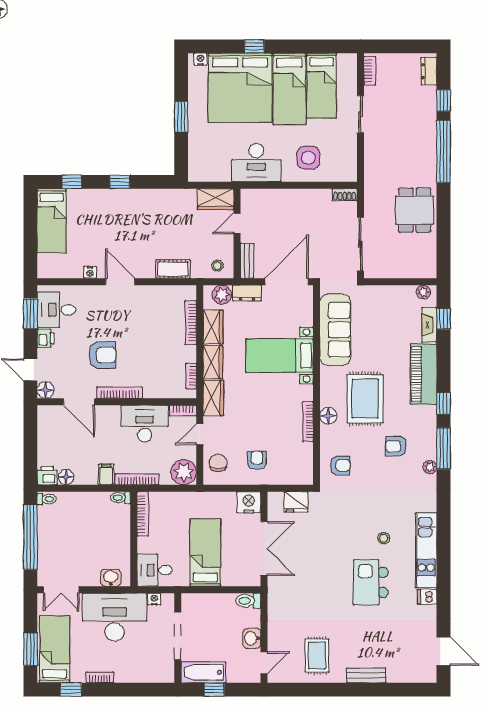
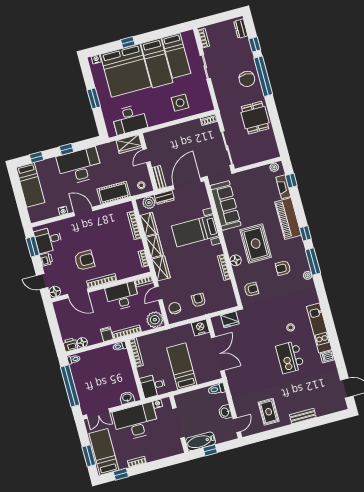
chair: (418, 149) -> (247, 79), added
desk: (256, 163) -> (129, 119), moved
desk: (133, 212) -> (79, 166), added
cot: (173, 269) -> (114, 193), width x1.37, depth x1.34

